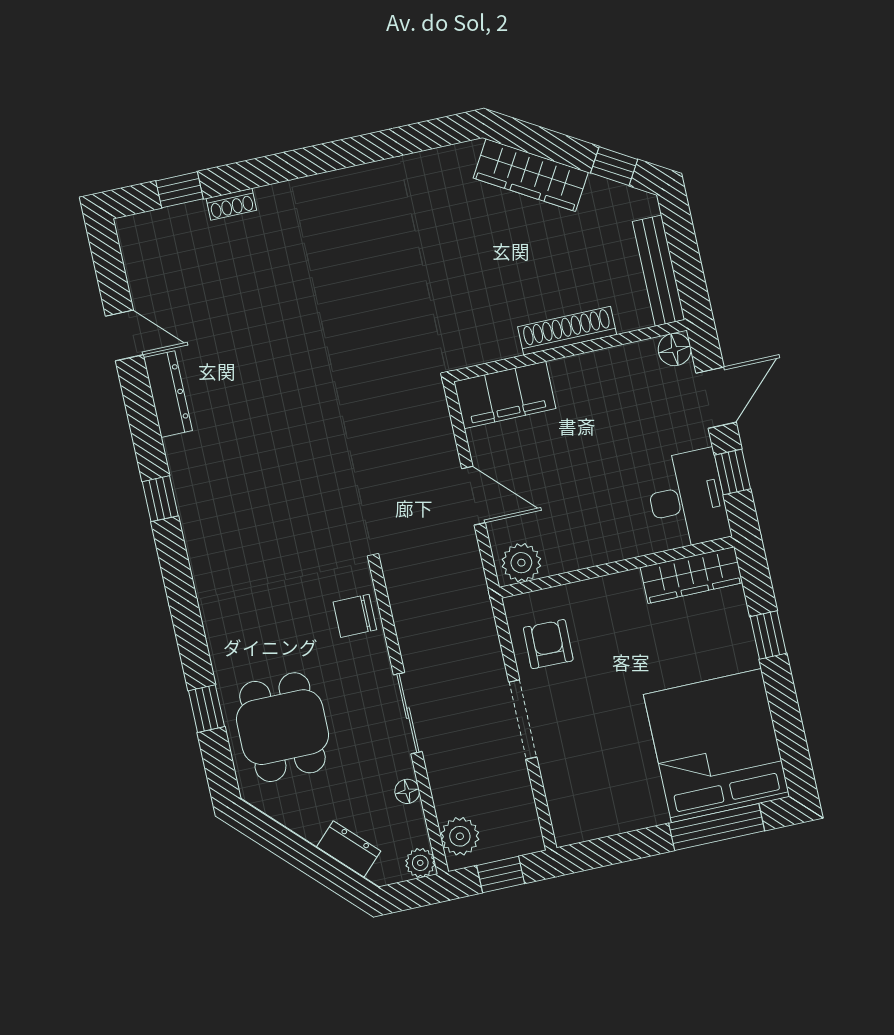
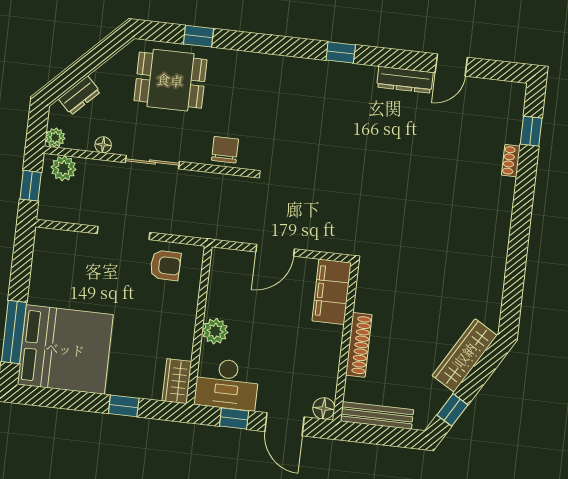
plant: (521, 563) -> (215, 331), moved
wardrobe: (691, 575) -> (177, 381), width x0.67

